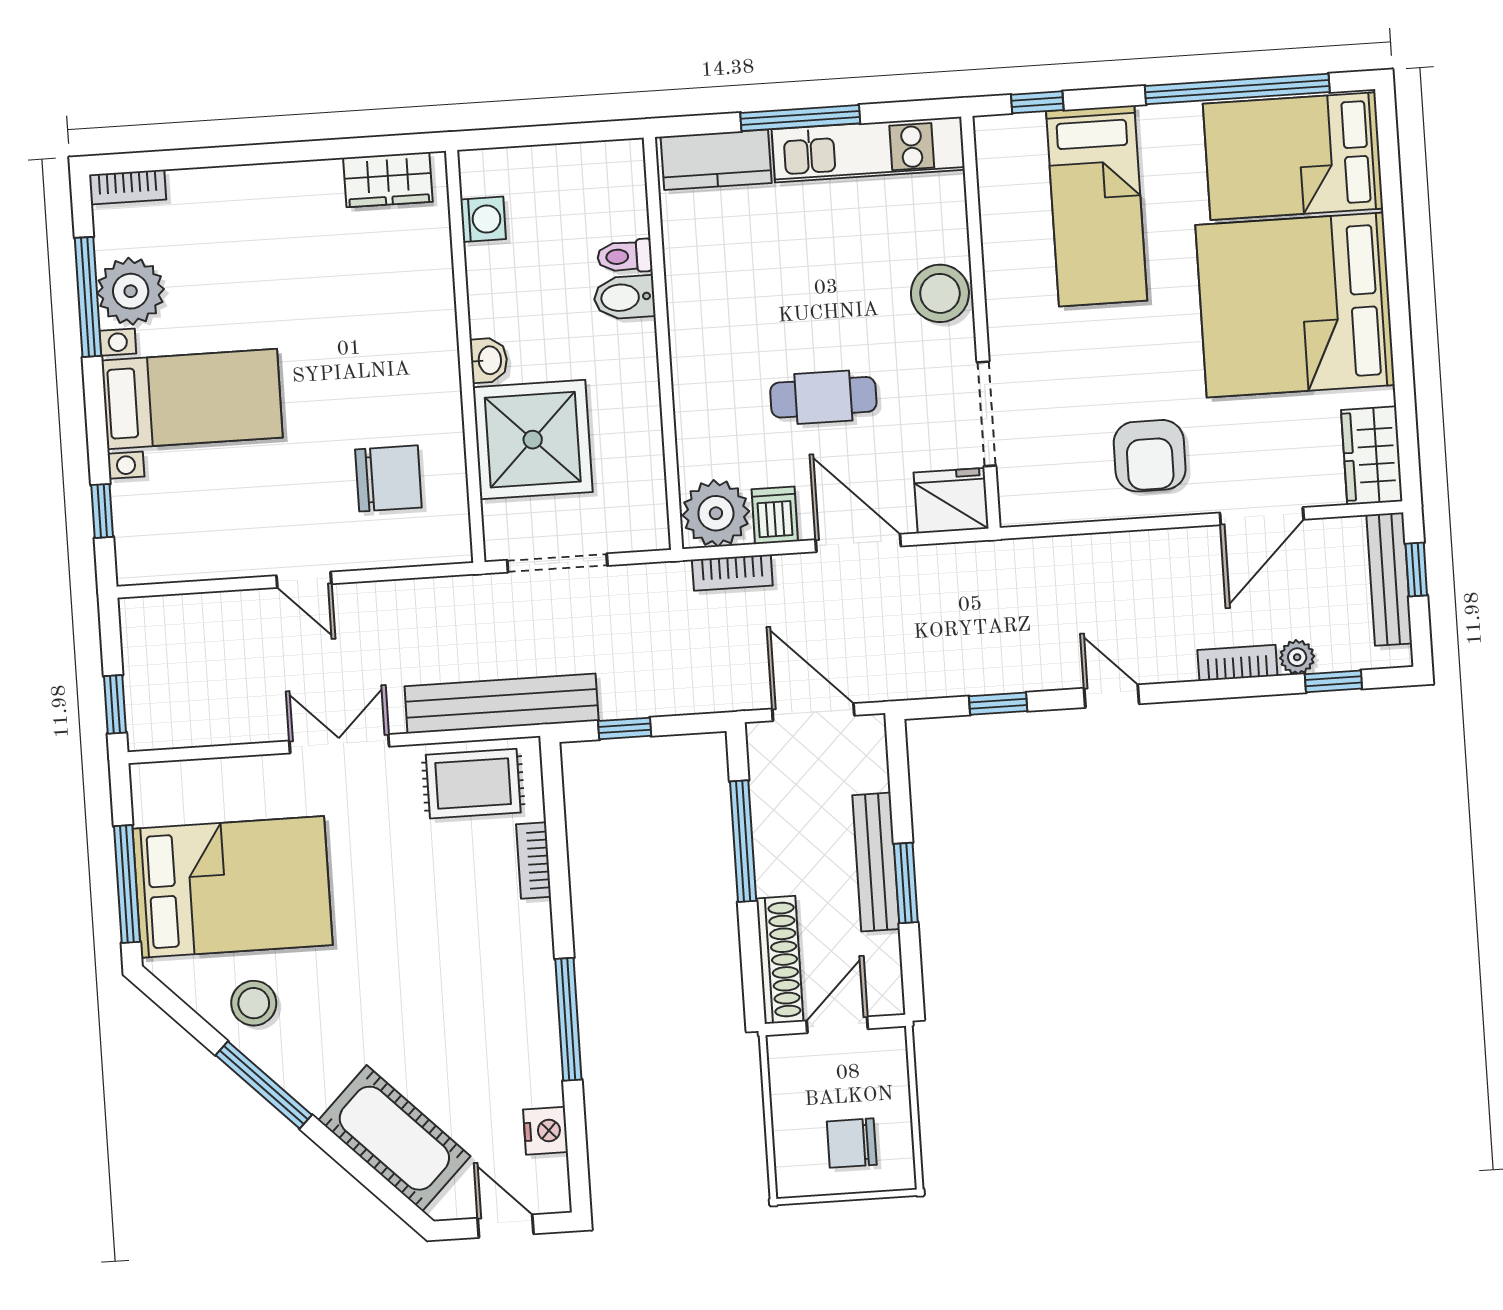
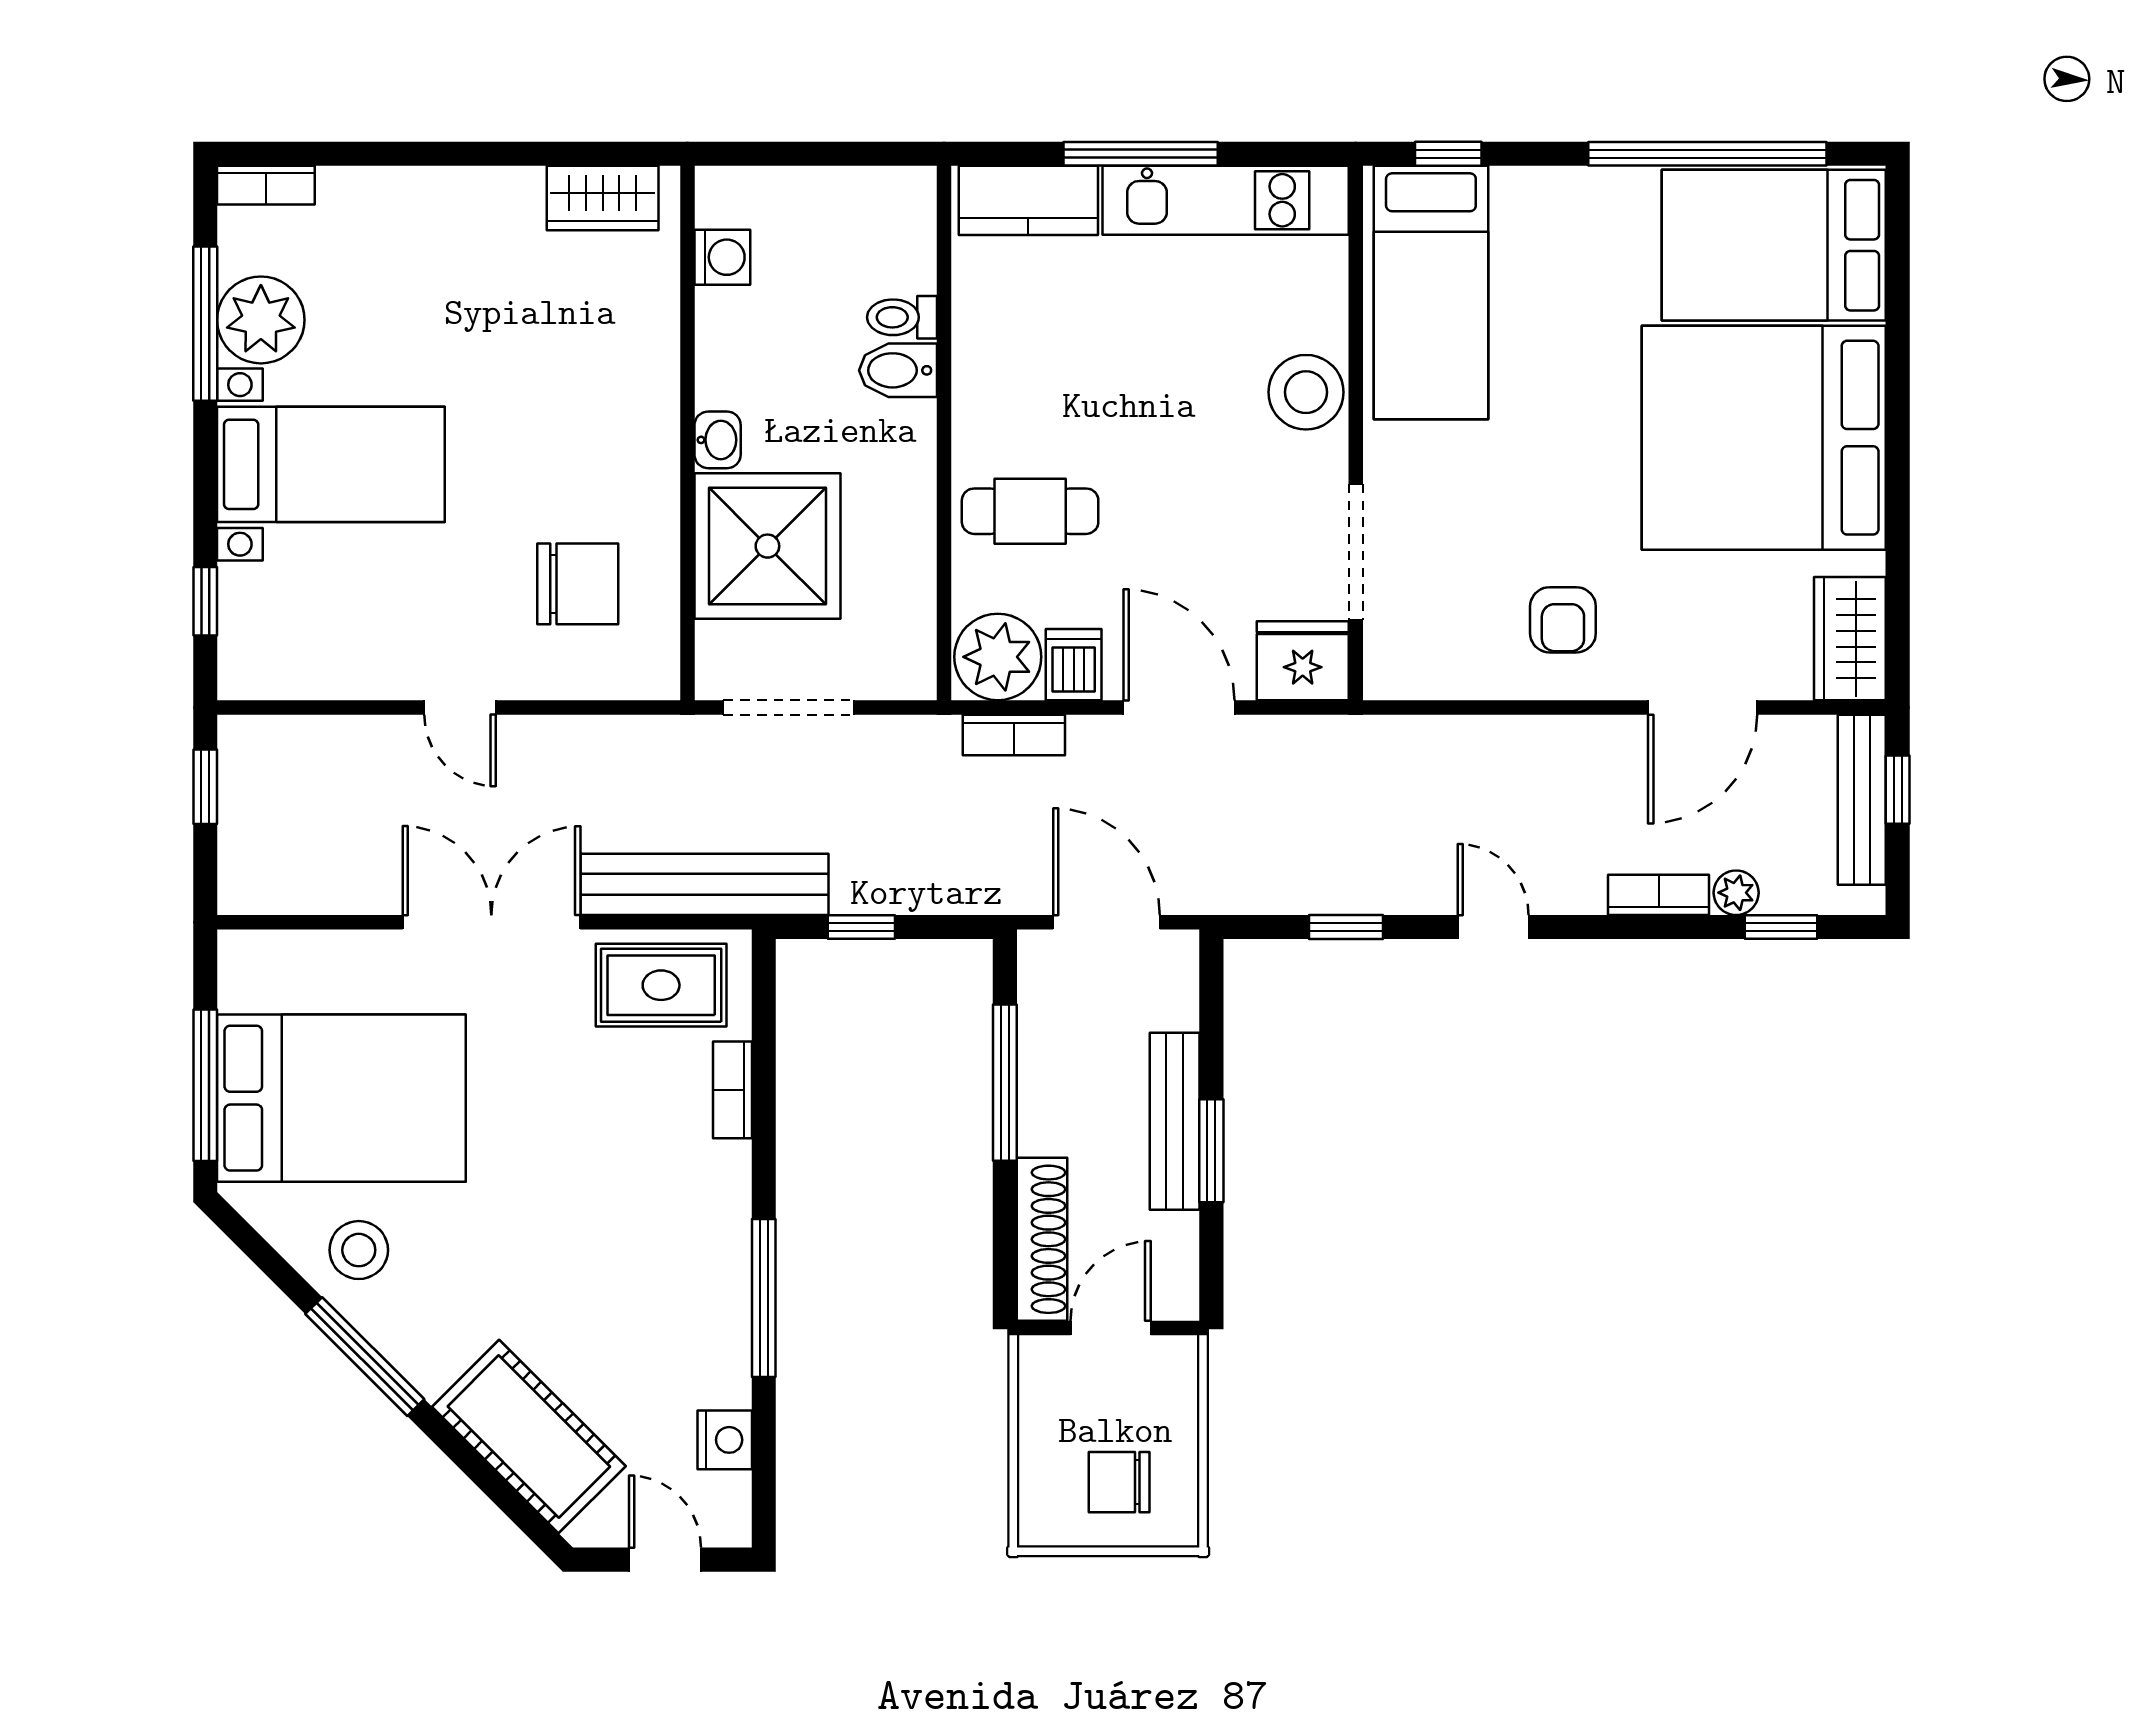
bed: (1097, 206) -> (1431, 293), moved
cafe table: (823, 397) -> (1030, 511), moved
armchair: (1150, 456) -> (1563, 620), width x0.72, depth x0.72
window: (115, 704) -> (205, 787), moved
double door: (339, 744) -> (491, 922), width x1.37

